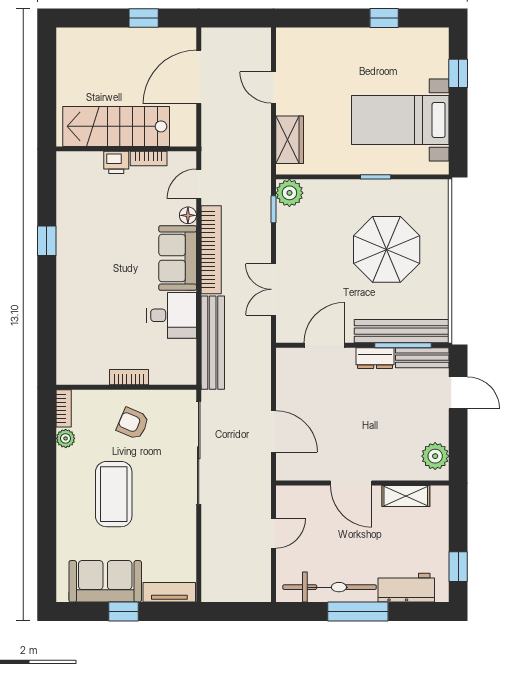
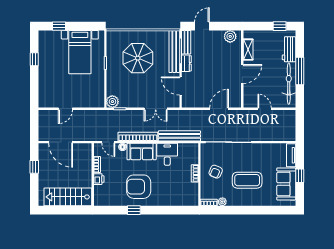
stairs: (116, 126) -> (68, 197), moved, turned 90
wardrobe: (290, 140) -> (89, 101), removed
armchair: (99, 251) -> (139, 187), added

